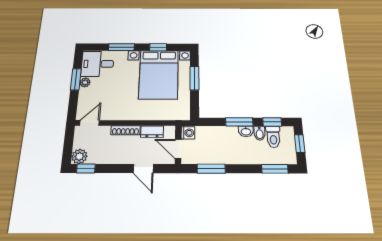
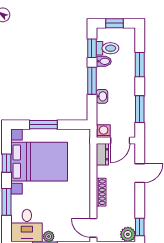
washbasin: (246, 131) -> (102, 96), moved
dresser: (152, 132) -> (102, 154), moved
window: (275, 169) -> (140, 65), moved

